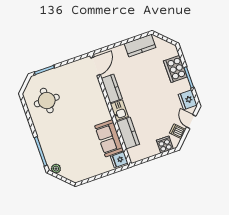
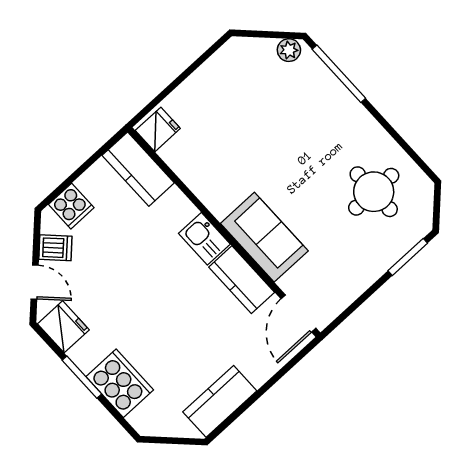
kitchen counter: (128, 133) -> (138, 169), moved
sofa: (109, 138) -> (264, 237), moved

